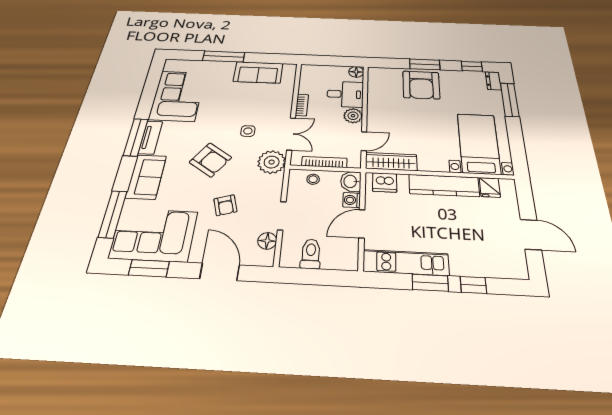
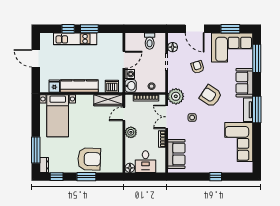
window: (224, 57) -> (216, 177), width x0.46
sofa: (258, 72) -> (176, 154), moved, turned 90
armchair: (421, 85) -> (89, 159), turned 92
desk: (345, 94) -> (145, 162), moved, turned -90
kitchen unit: (406, 263) -> (75, 39), moved

